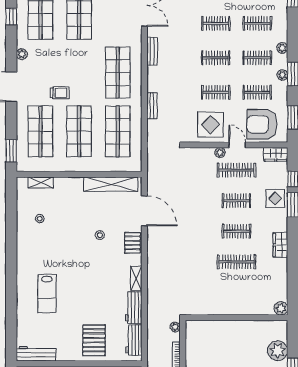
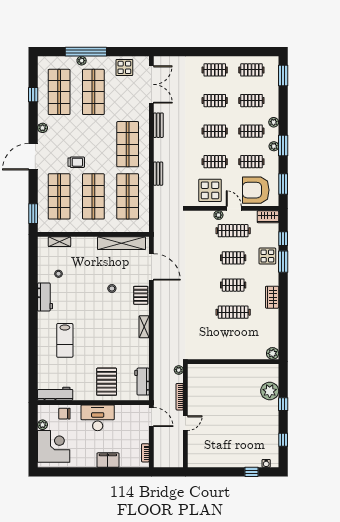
workbench: (134, 308) -> (45, 297), moved, turned 180

